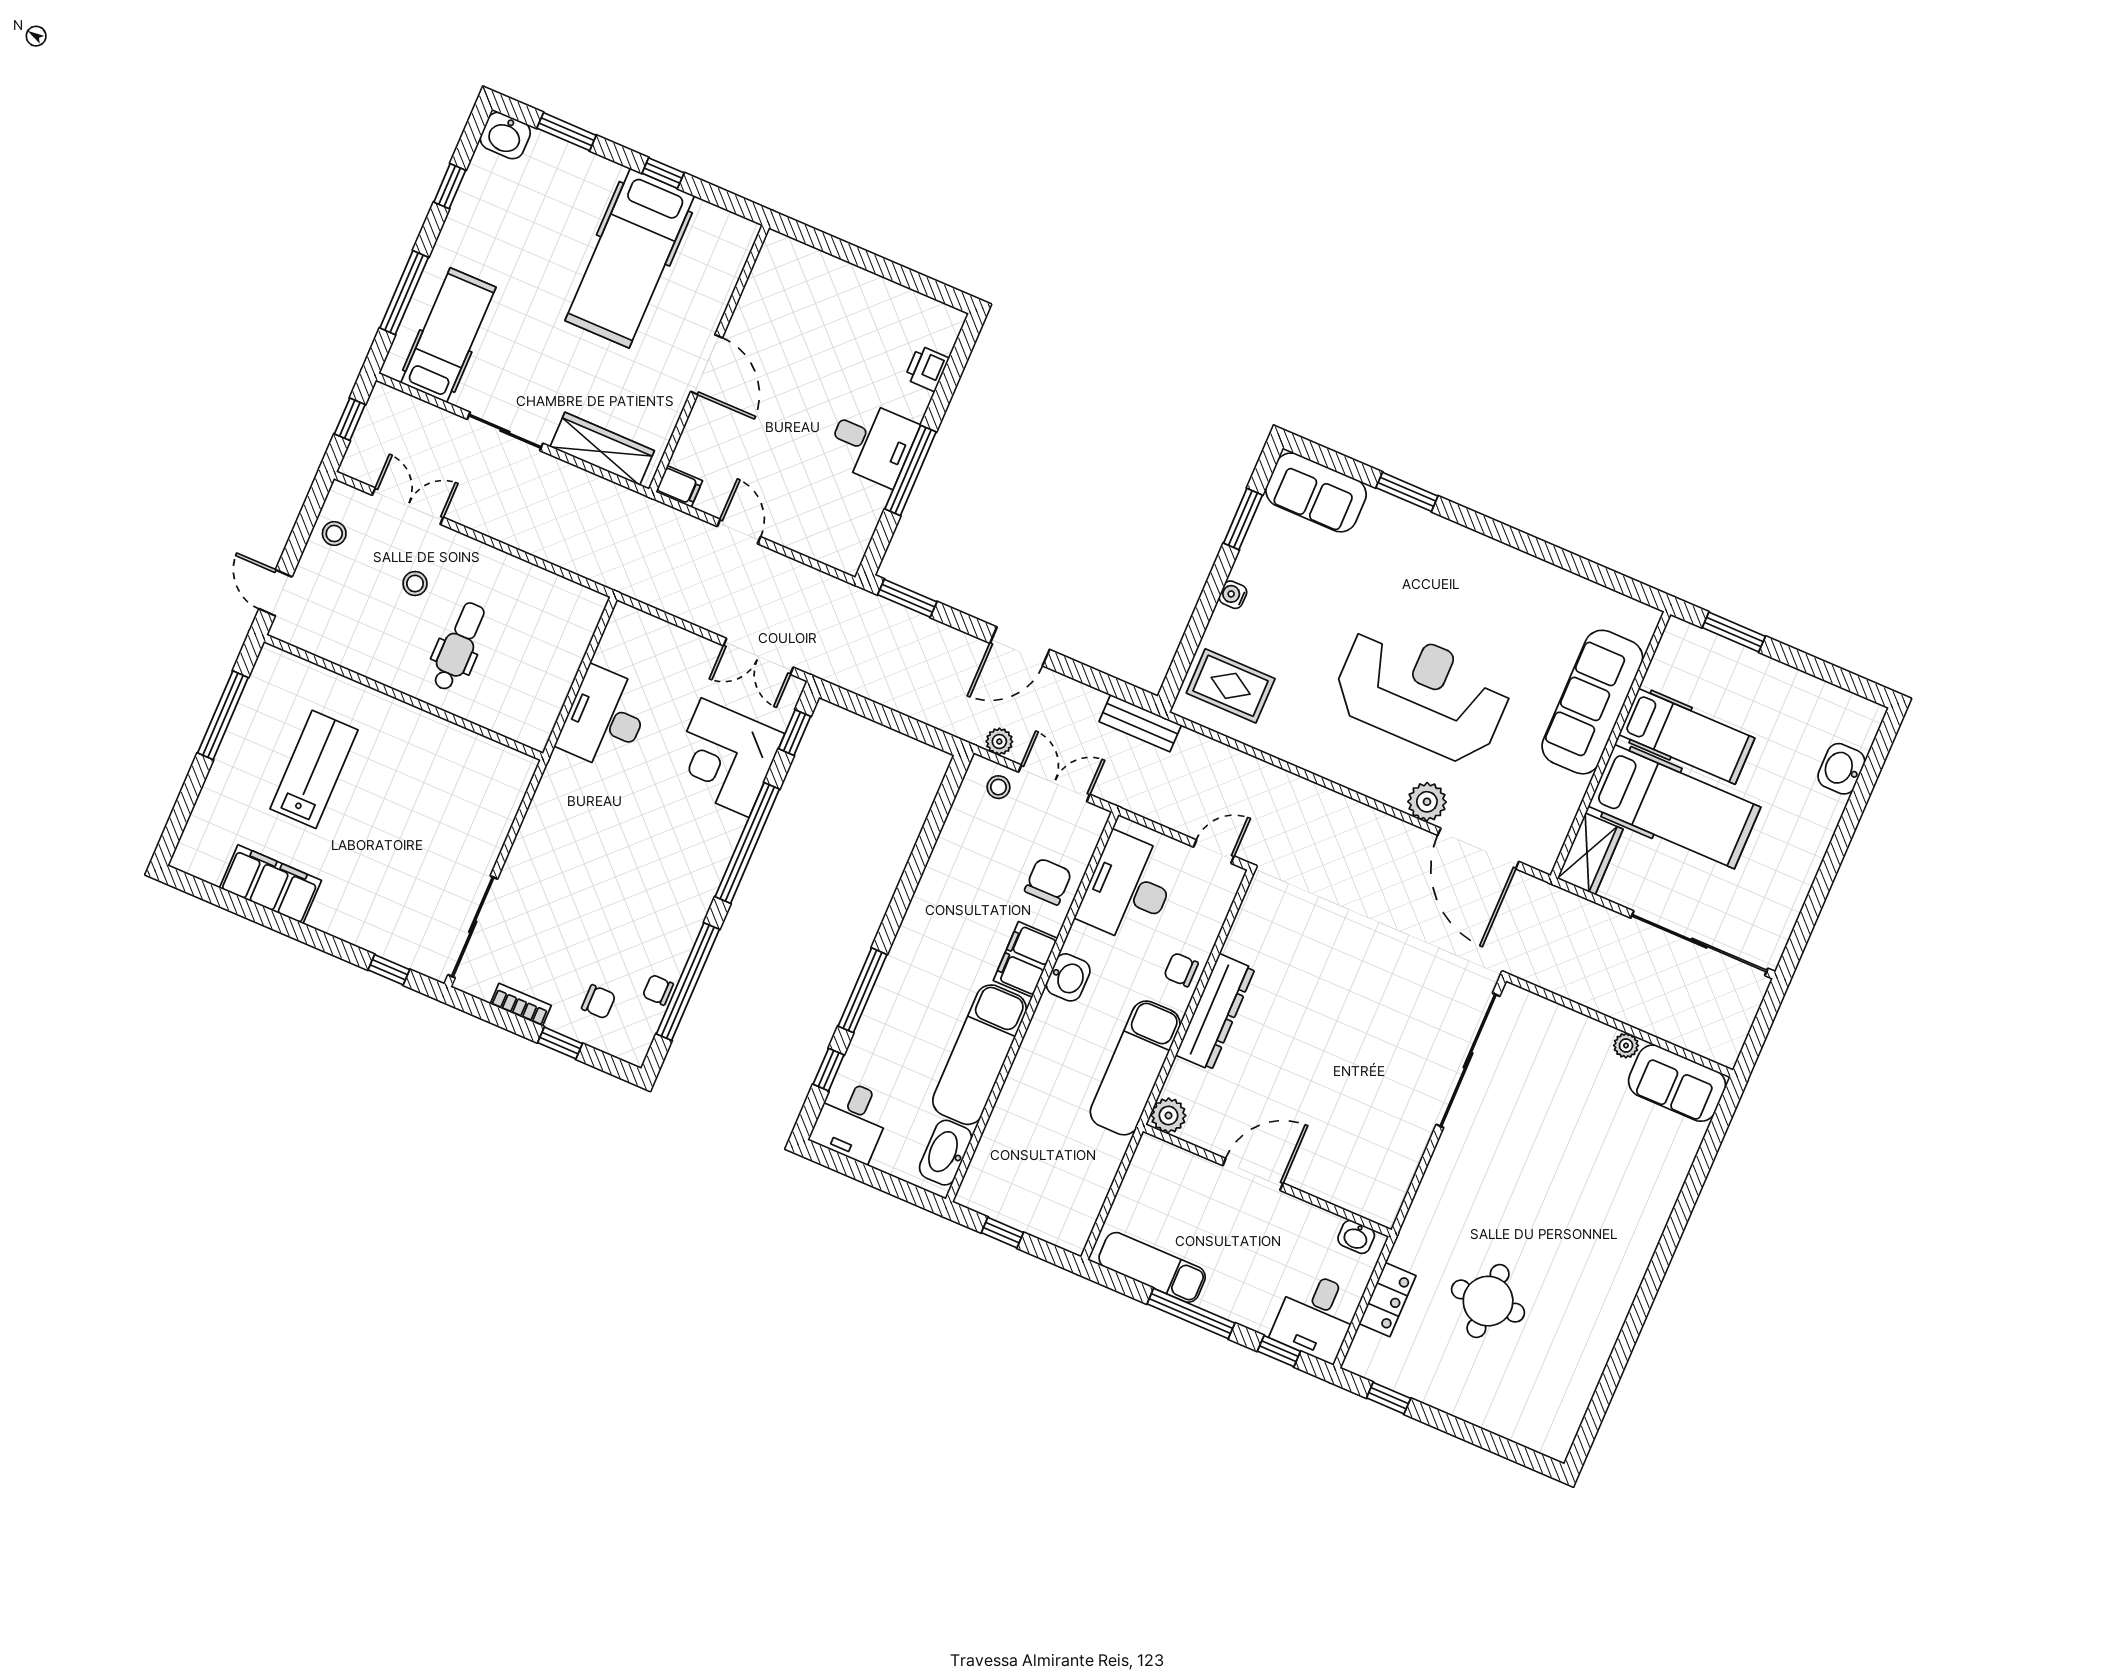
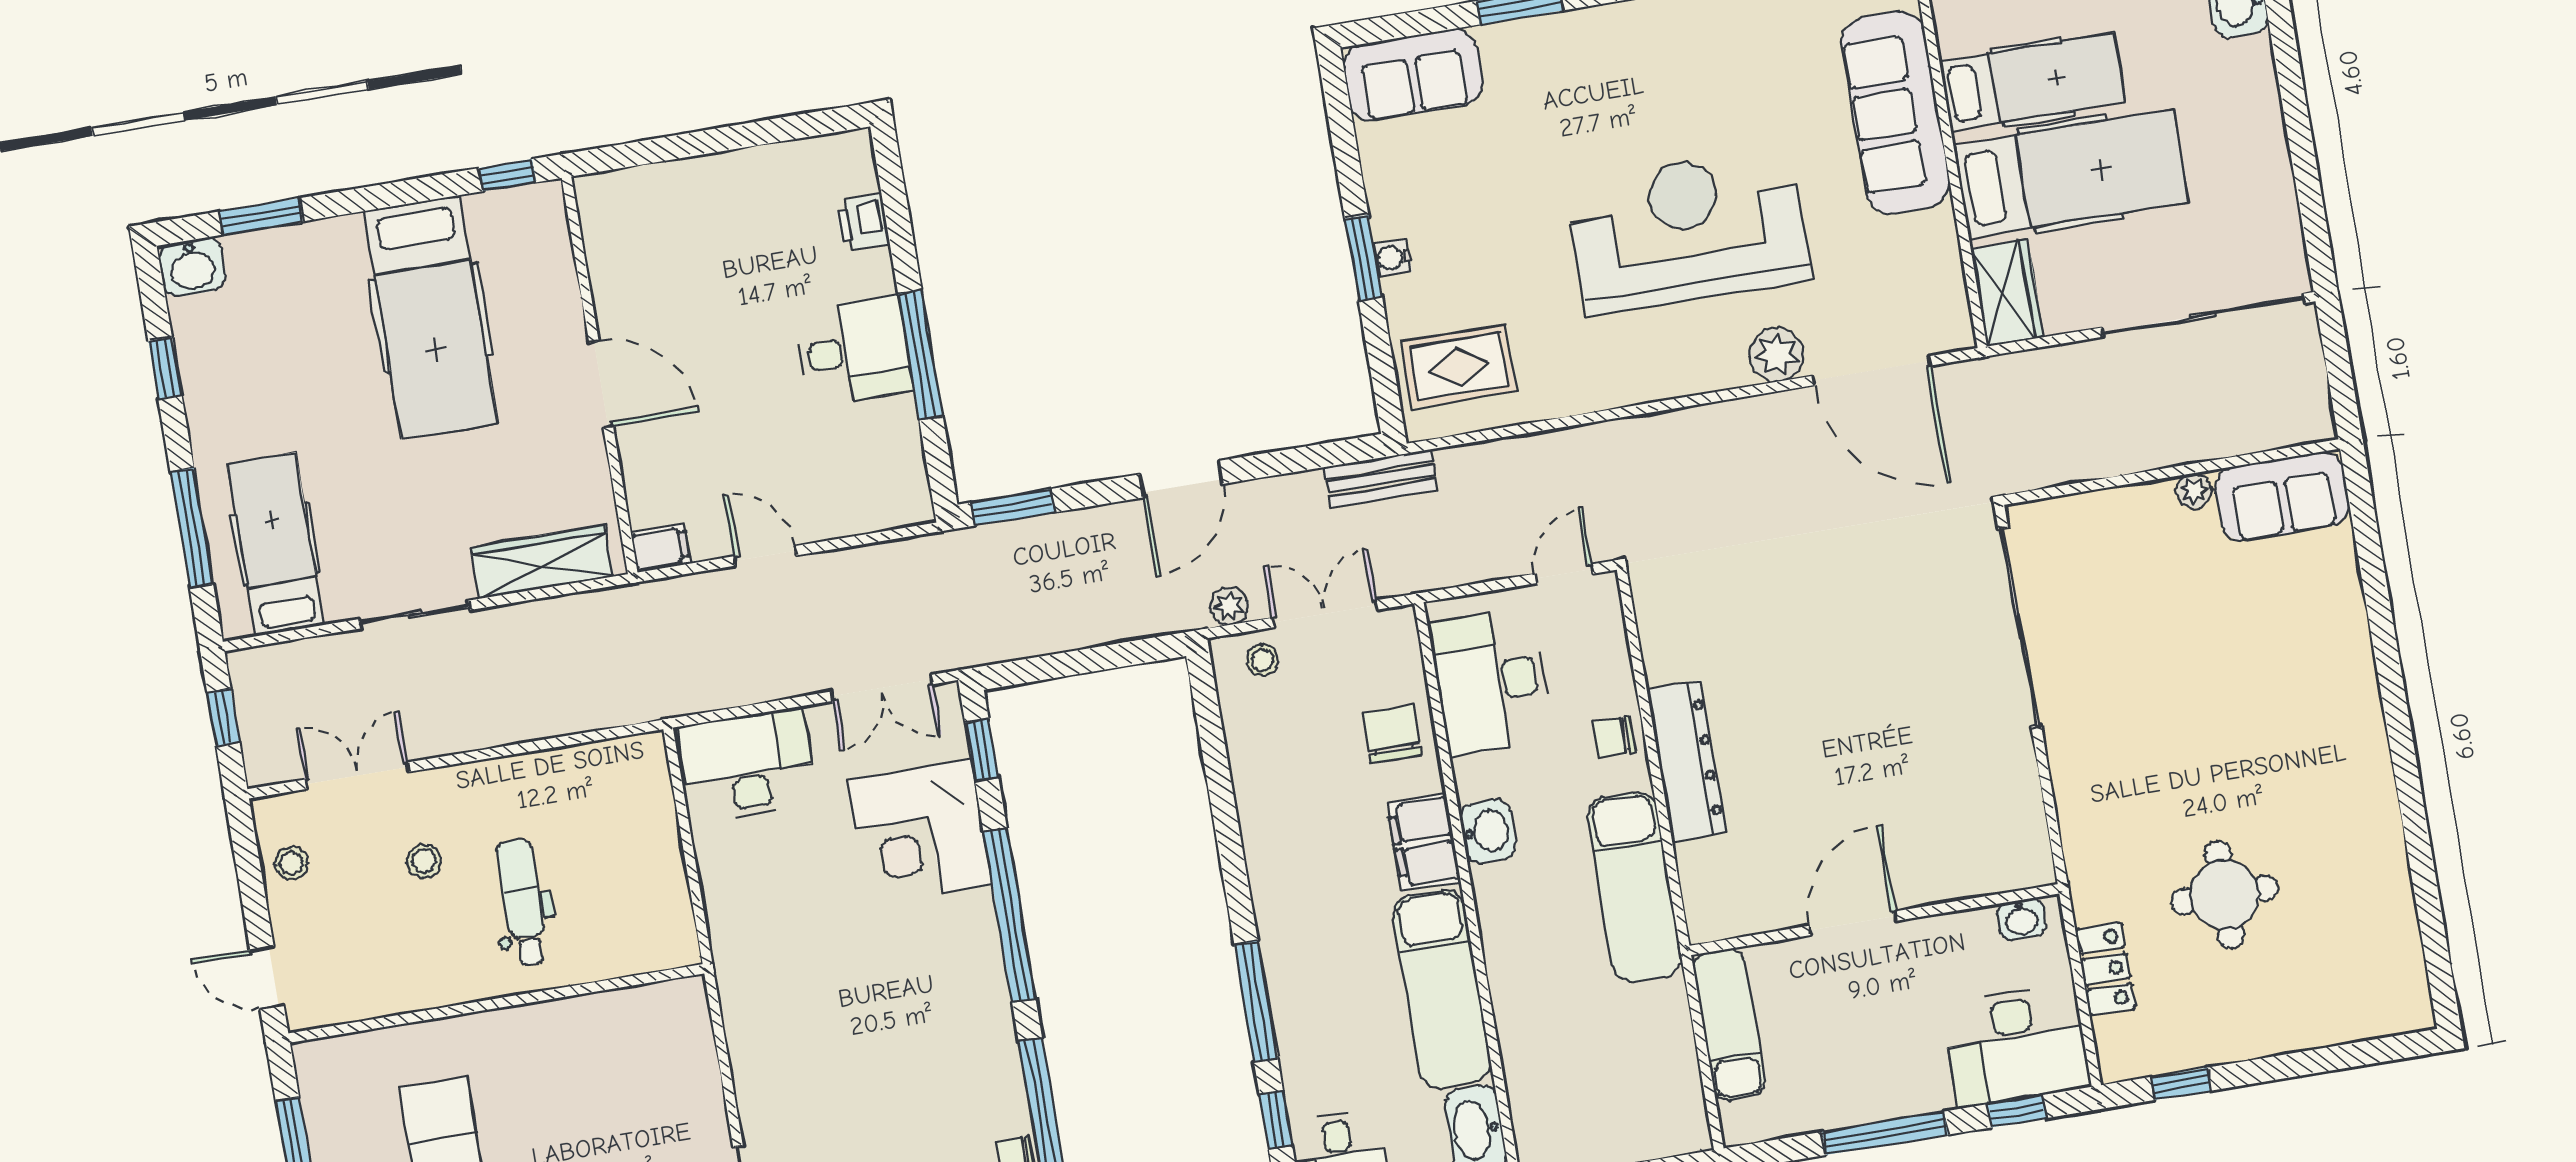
window: (663, 173) -> (507, 175), moved
window: (1243, 519) -> (1364, 258), moved
desk: (605, 718) -> (748, 766), moved, turned 90
plant: (1168, 1115) -> (1709, 918), removed
exam couch: (1152, 1267) -> (1729, 1024), moved, turned 90
desk: (1316, 1316) -> (2016, 1045), width x1.37

